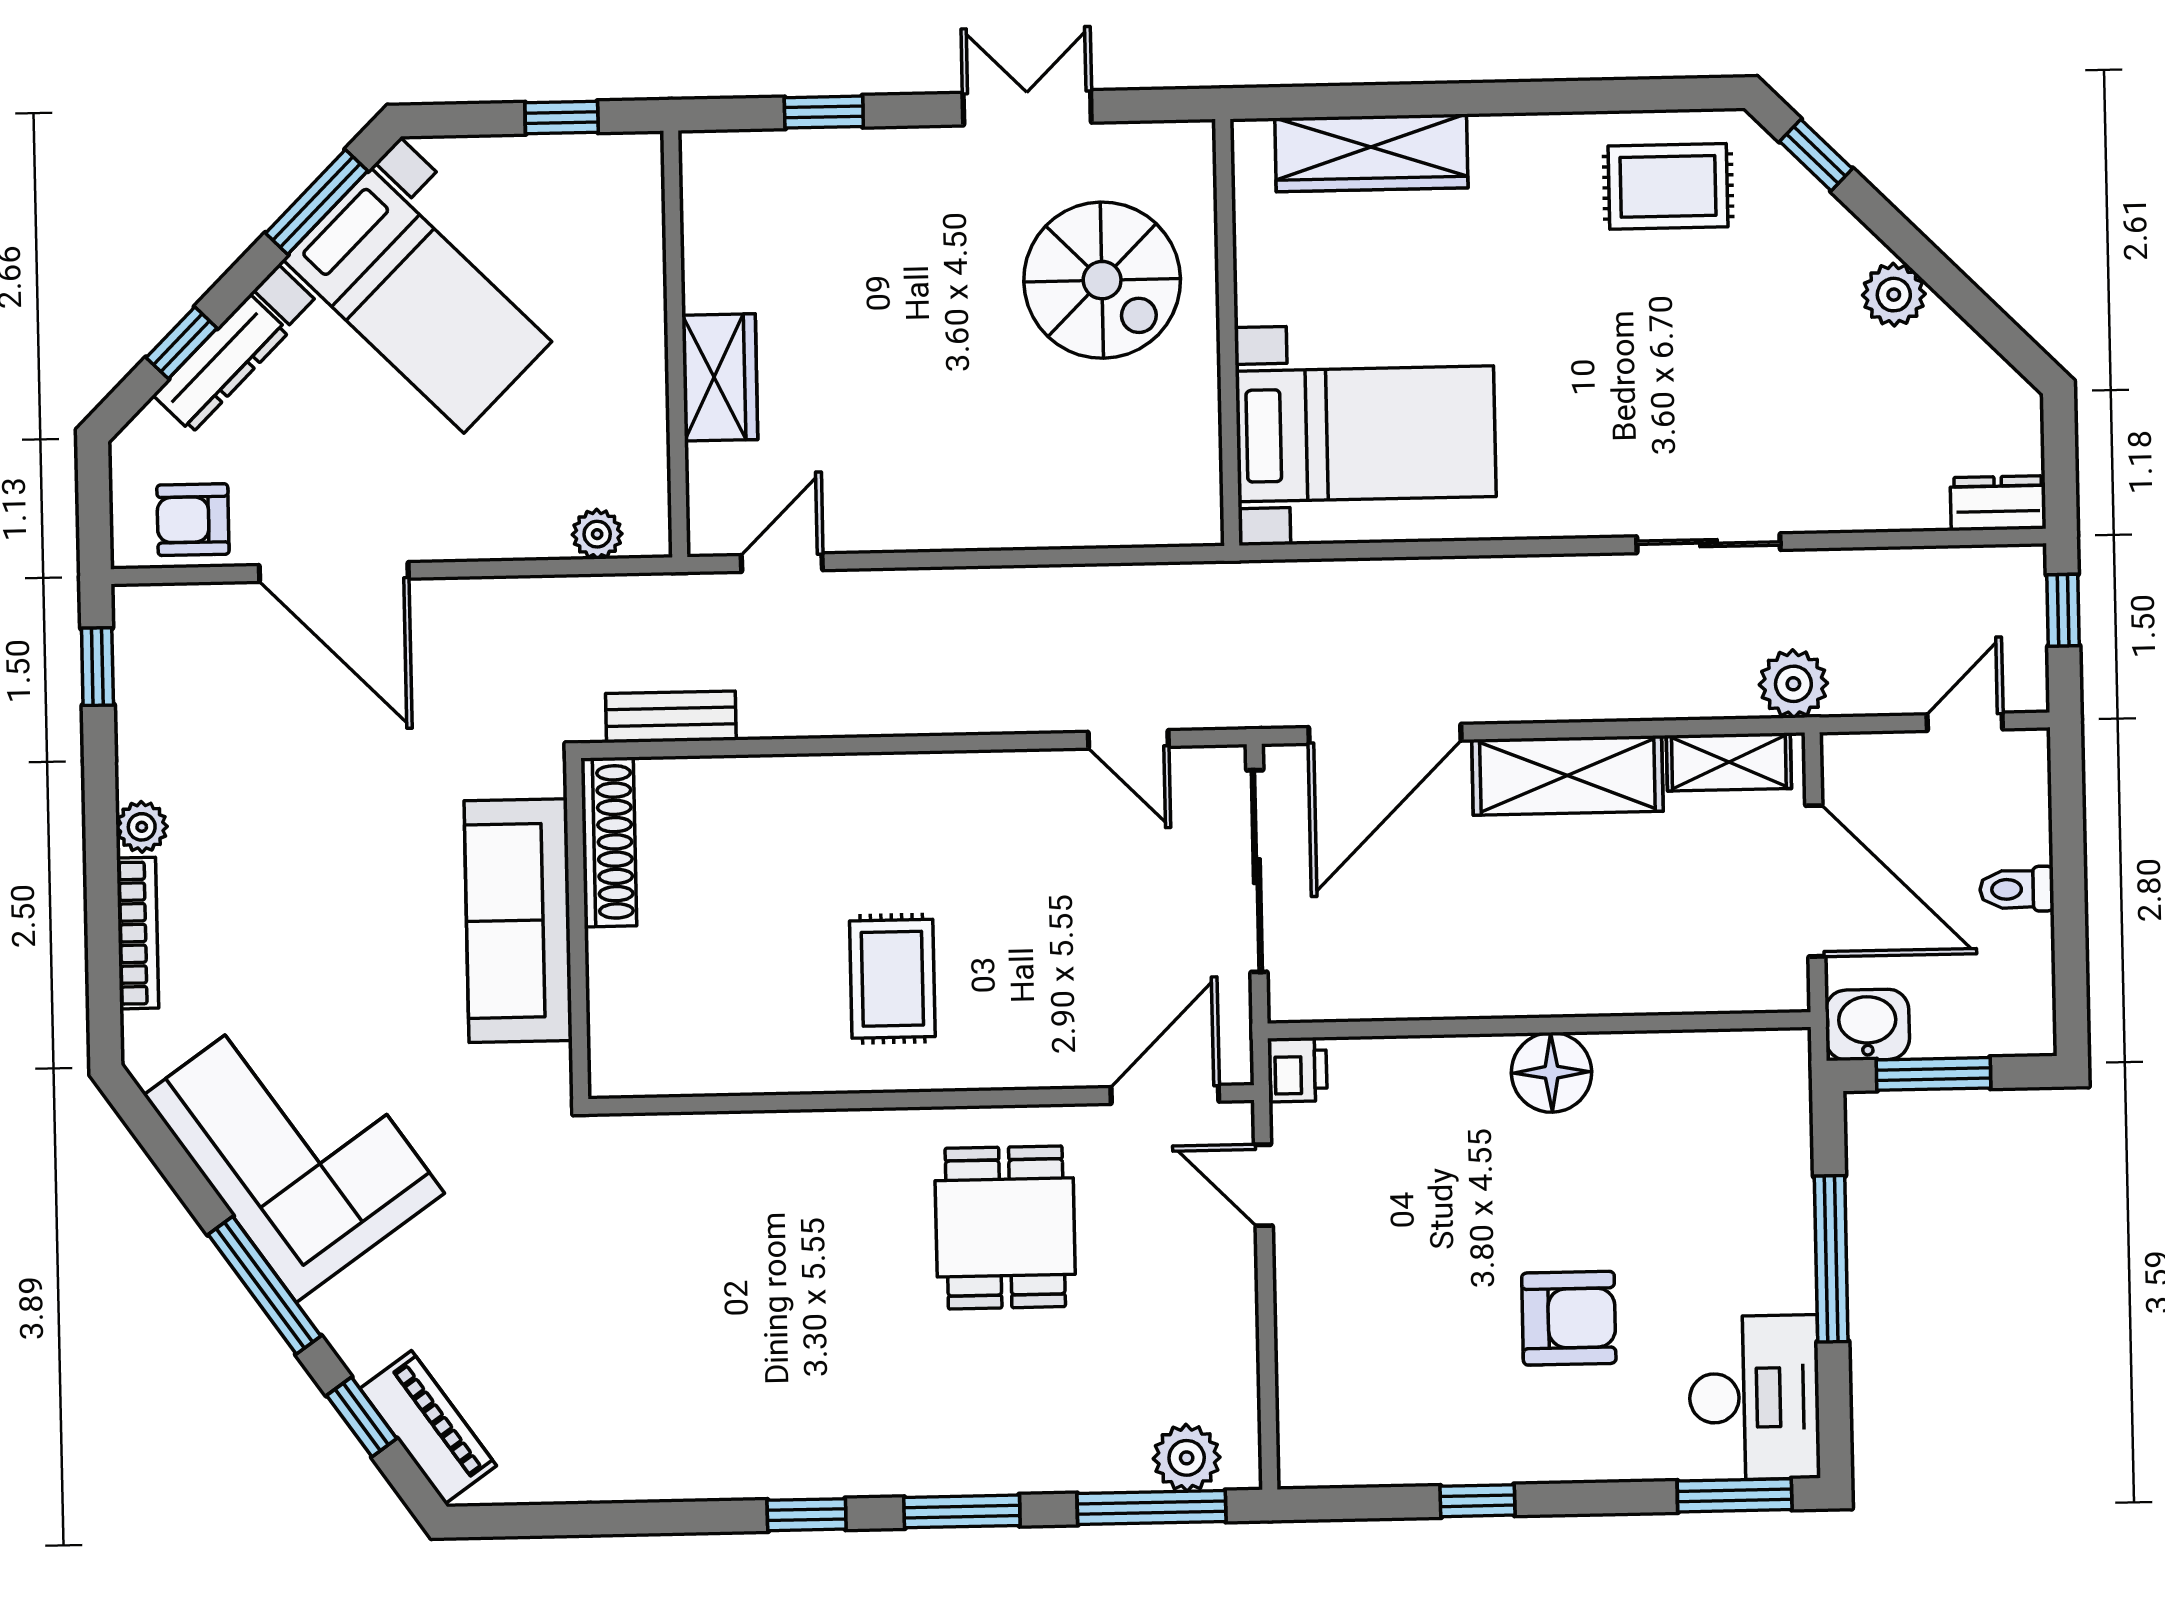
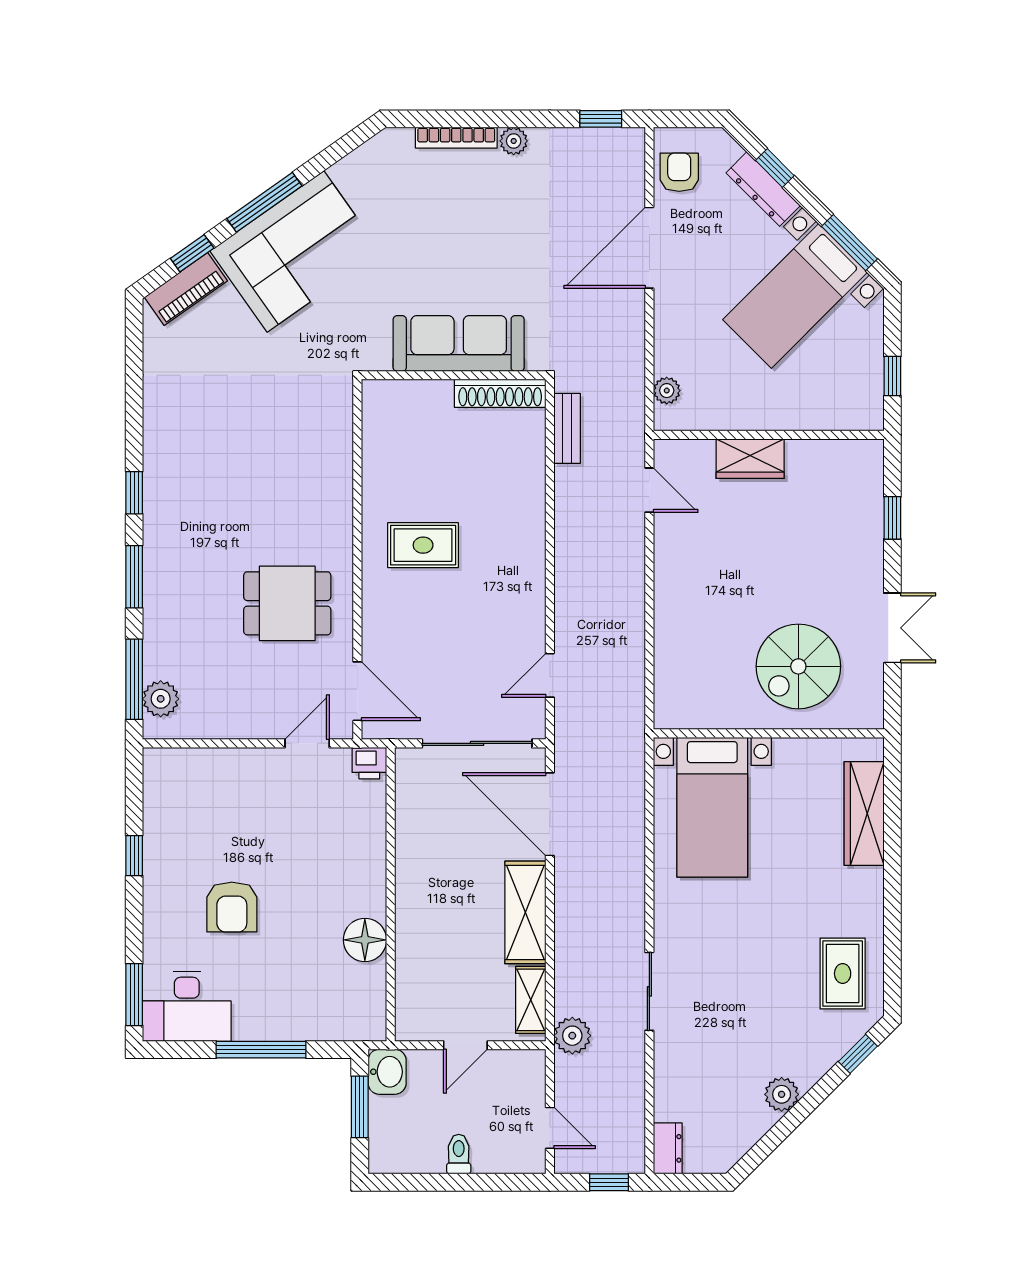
door: (1815, 881) -> (465, 1045), width x0.53
floor lamp: (1551, 1072) -> (365, 940), moved
corner sofa: (294, 1144) -> (295, 251), moved

